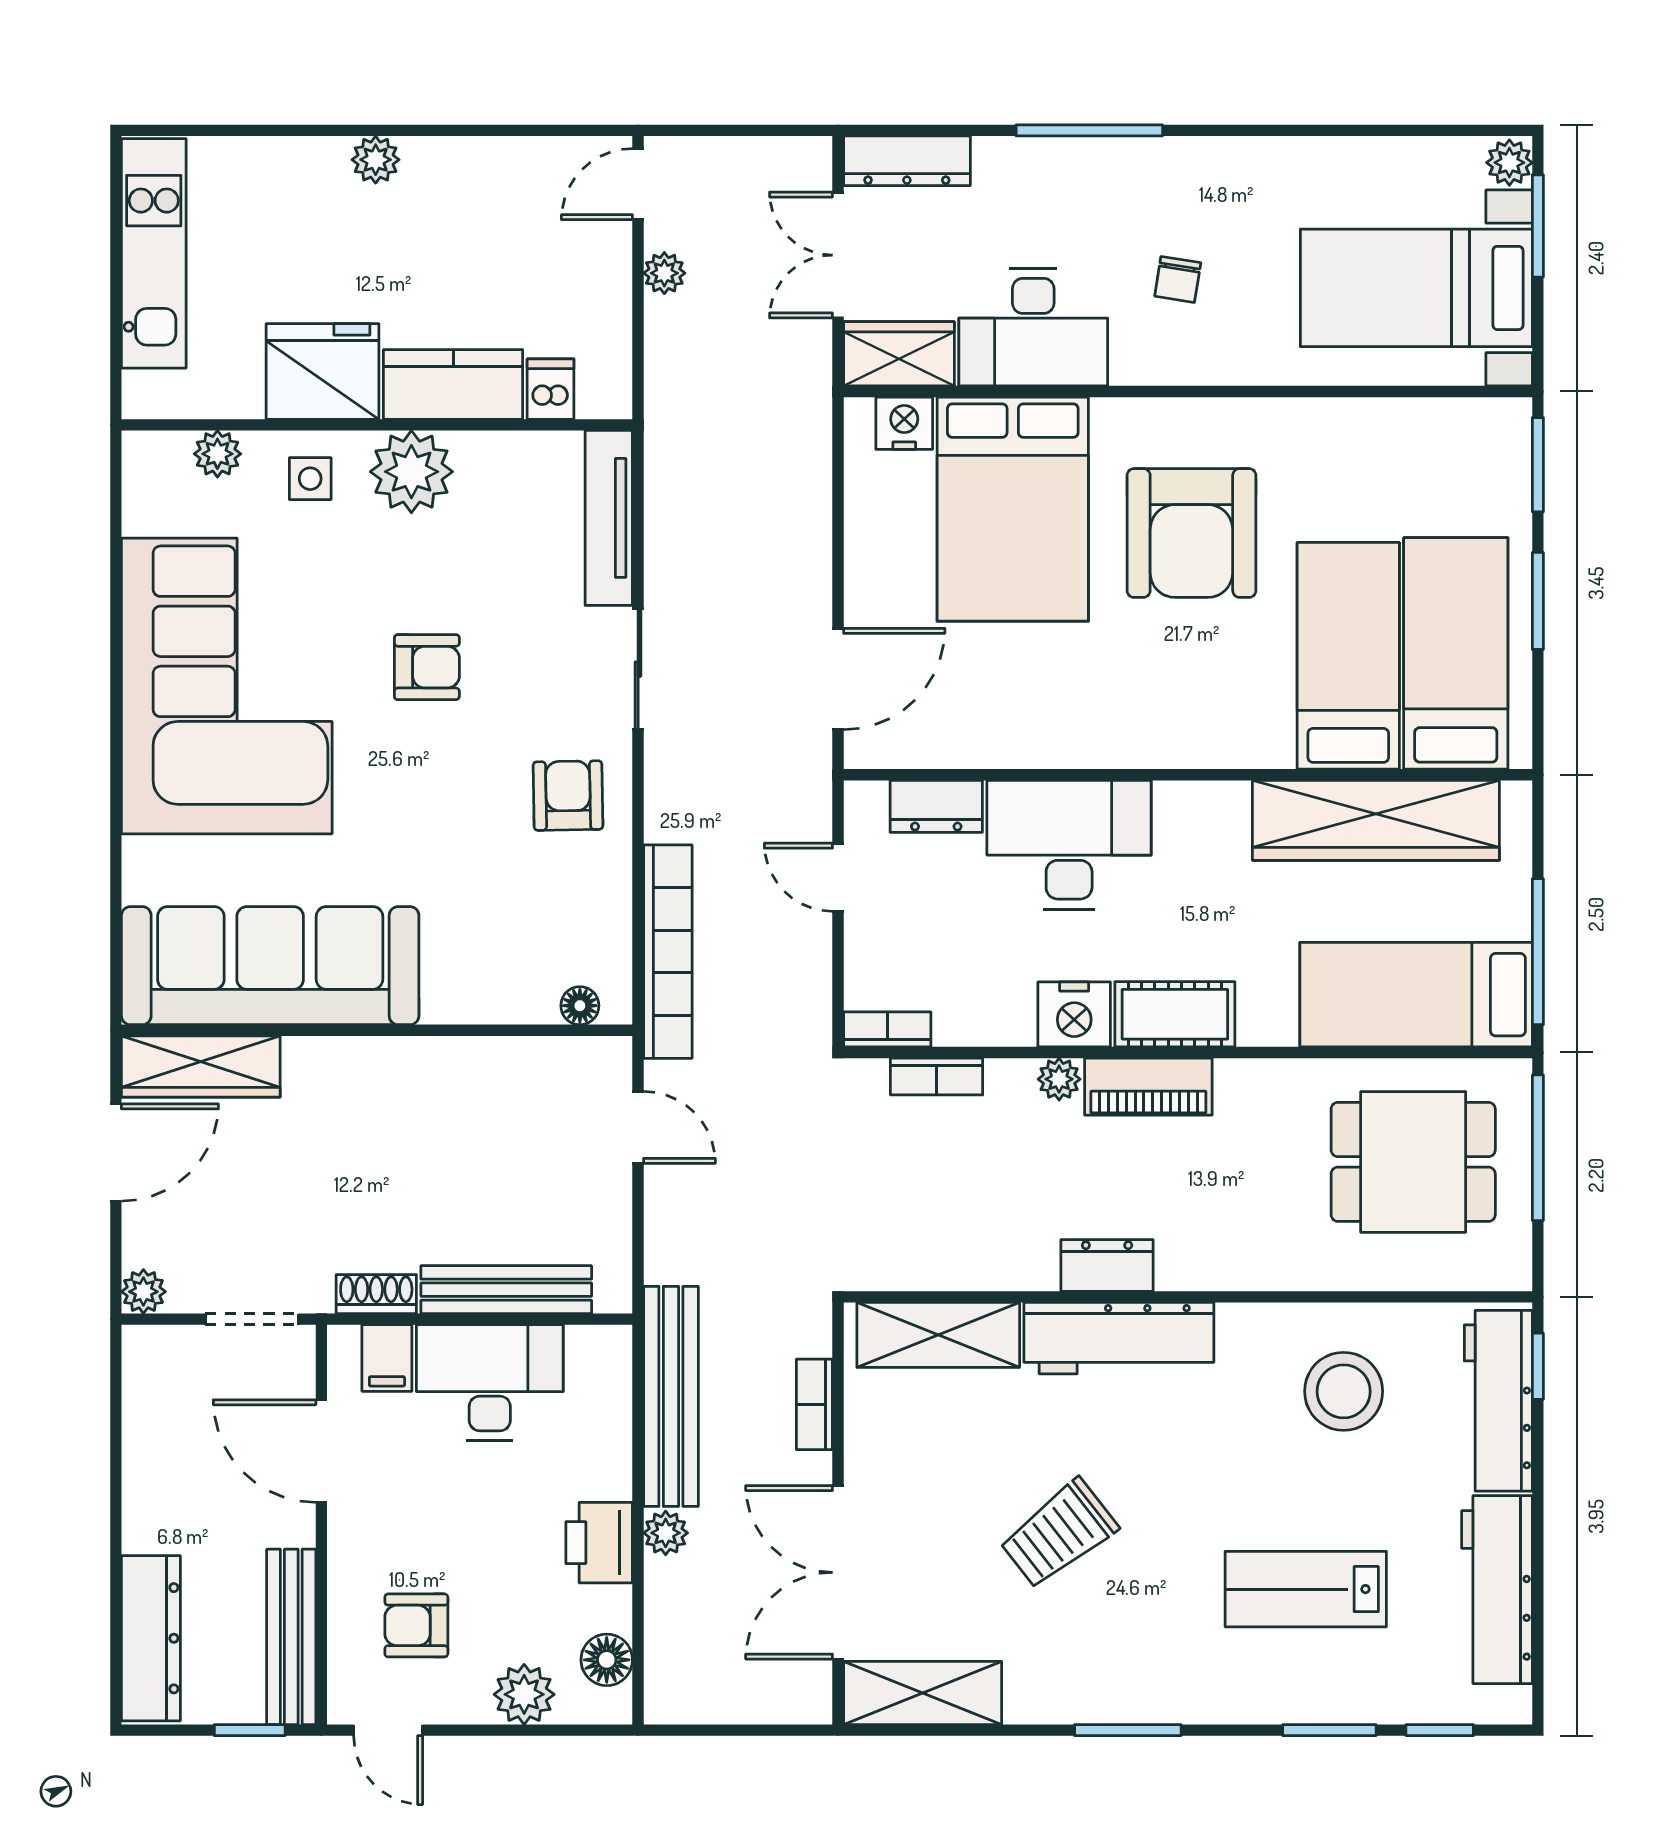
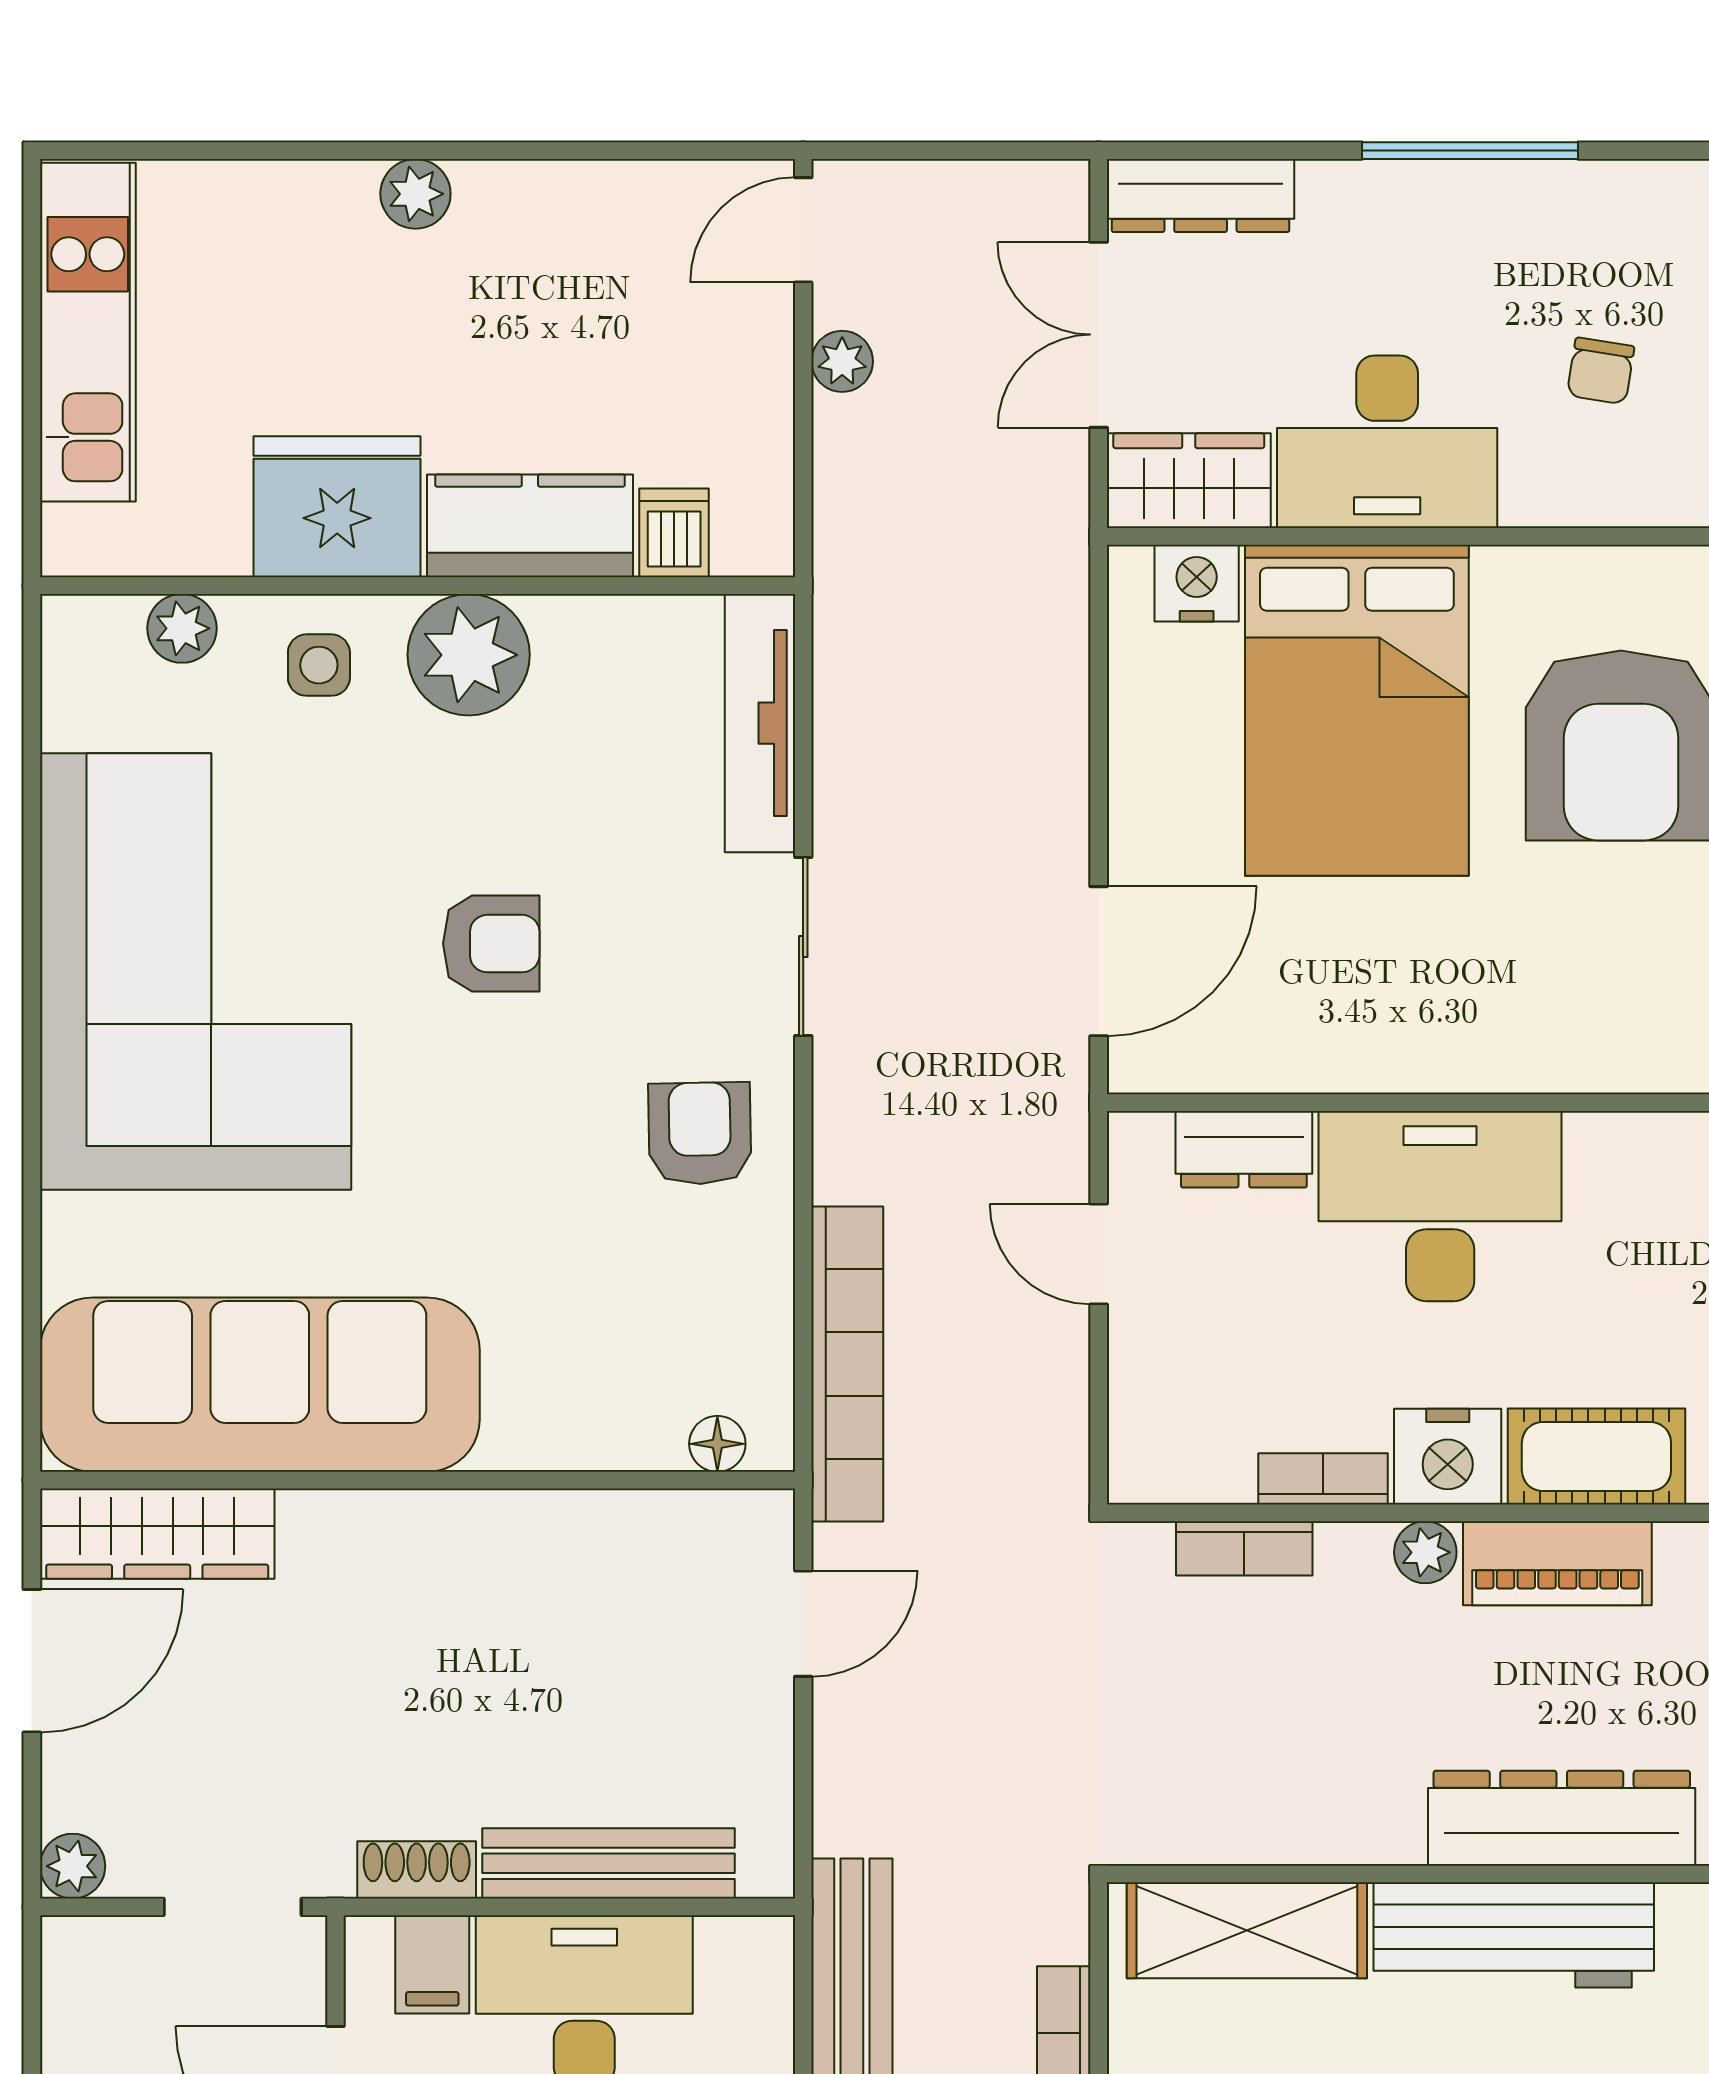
bookcase: (887, 1029) -> (1323, 1479), moved
door: (638, 1127) -> (803, 1624), hinge flipped
dresser: (1107, 1265) -> (1562, 1818), width x1.96, depth x1.24

